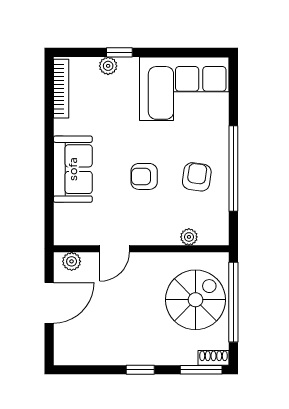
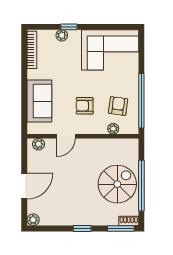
plant: (189, 237) -> (113, 129), moved
door: (115, 249) -> (66, 136), moved
wall: (141, 249) -> (83, 136), moved
plant: (72, 261) -> (39, 144), moved
plant: (63, 356) -> (33, 220), added

